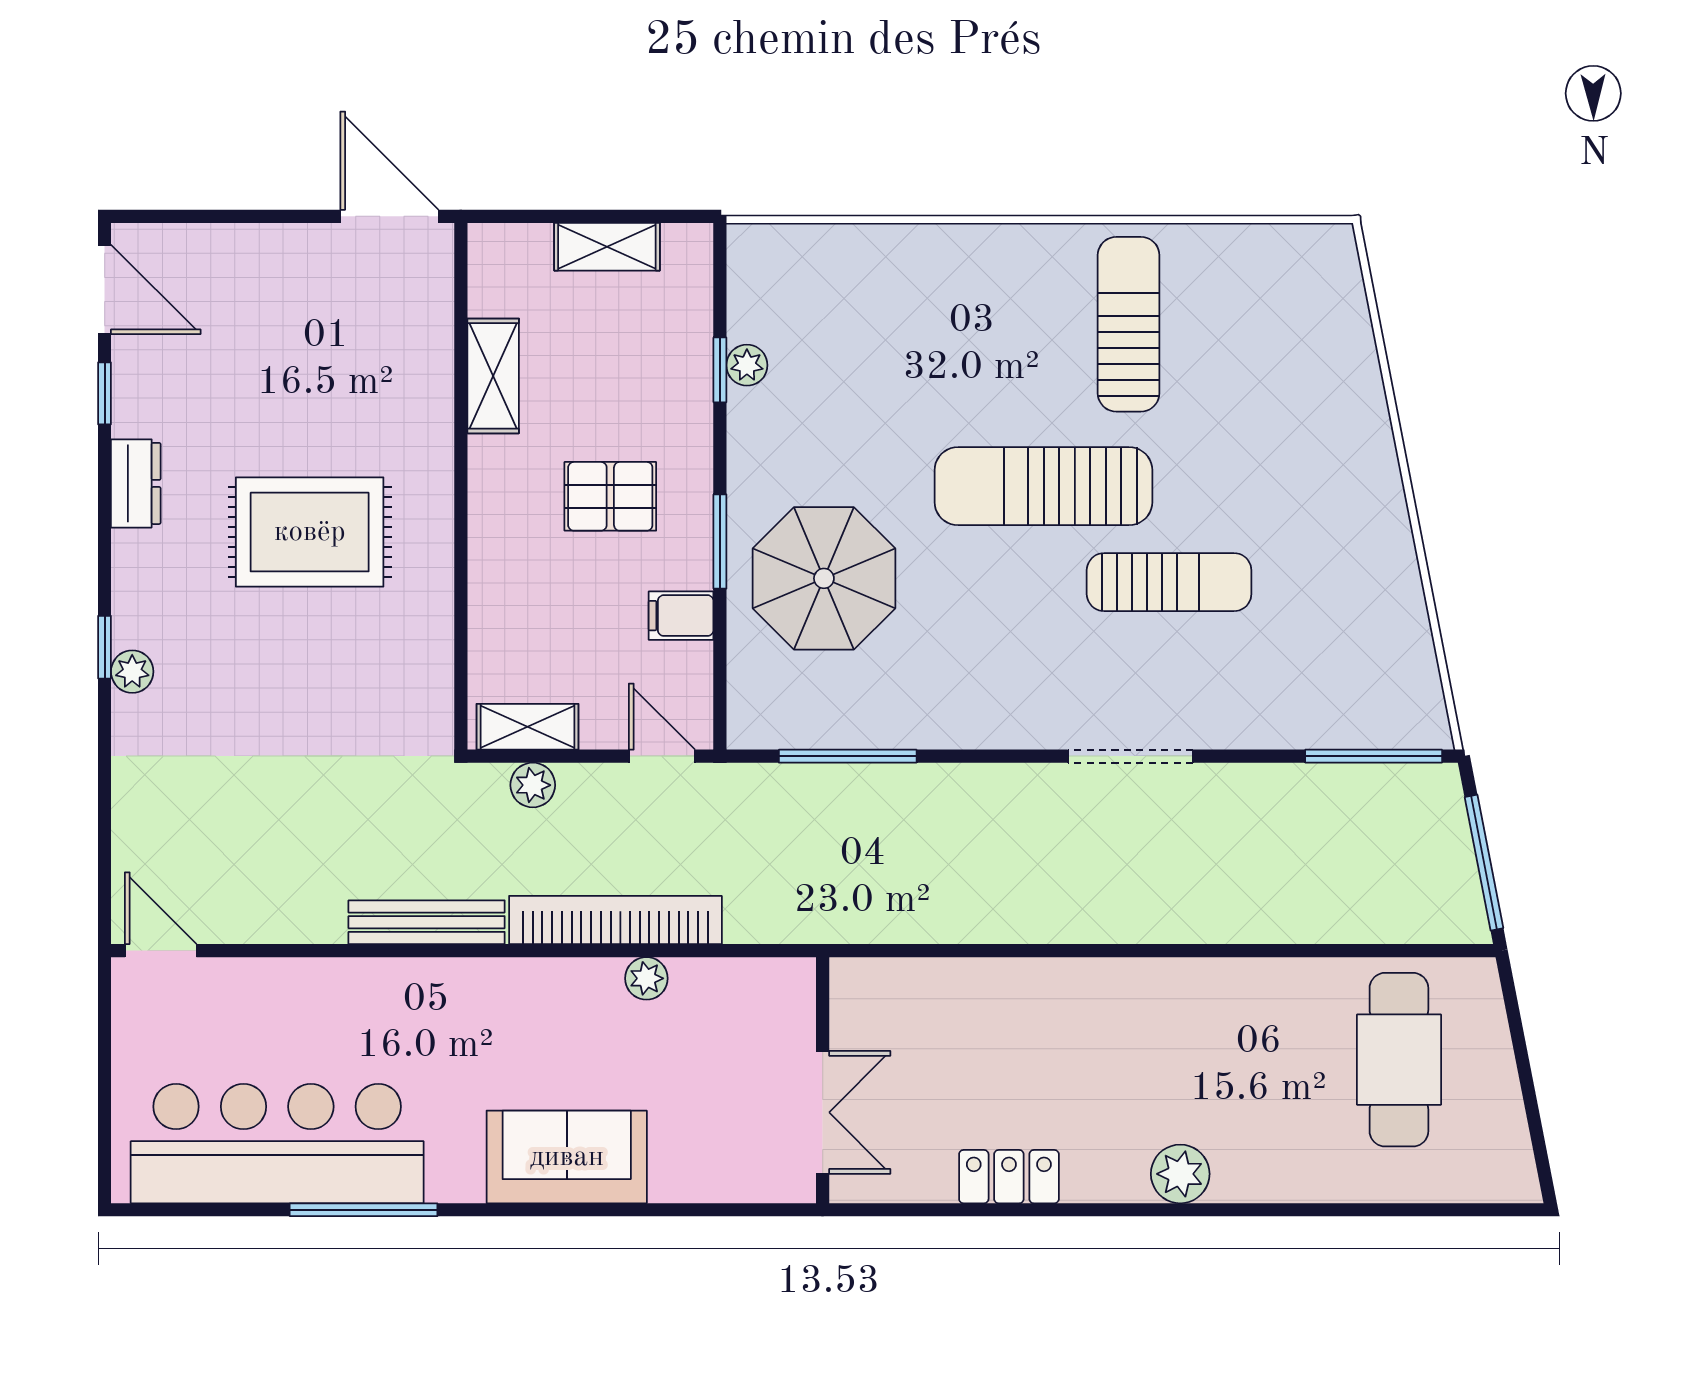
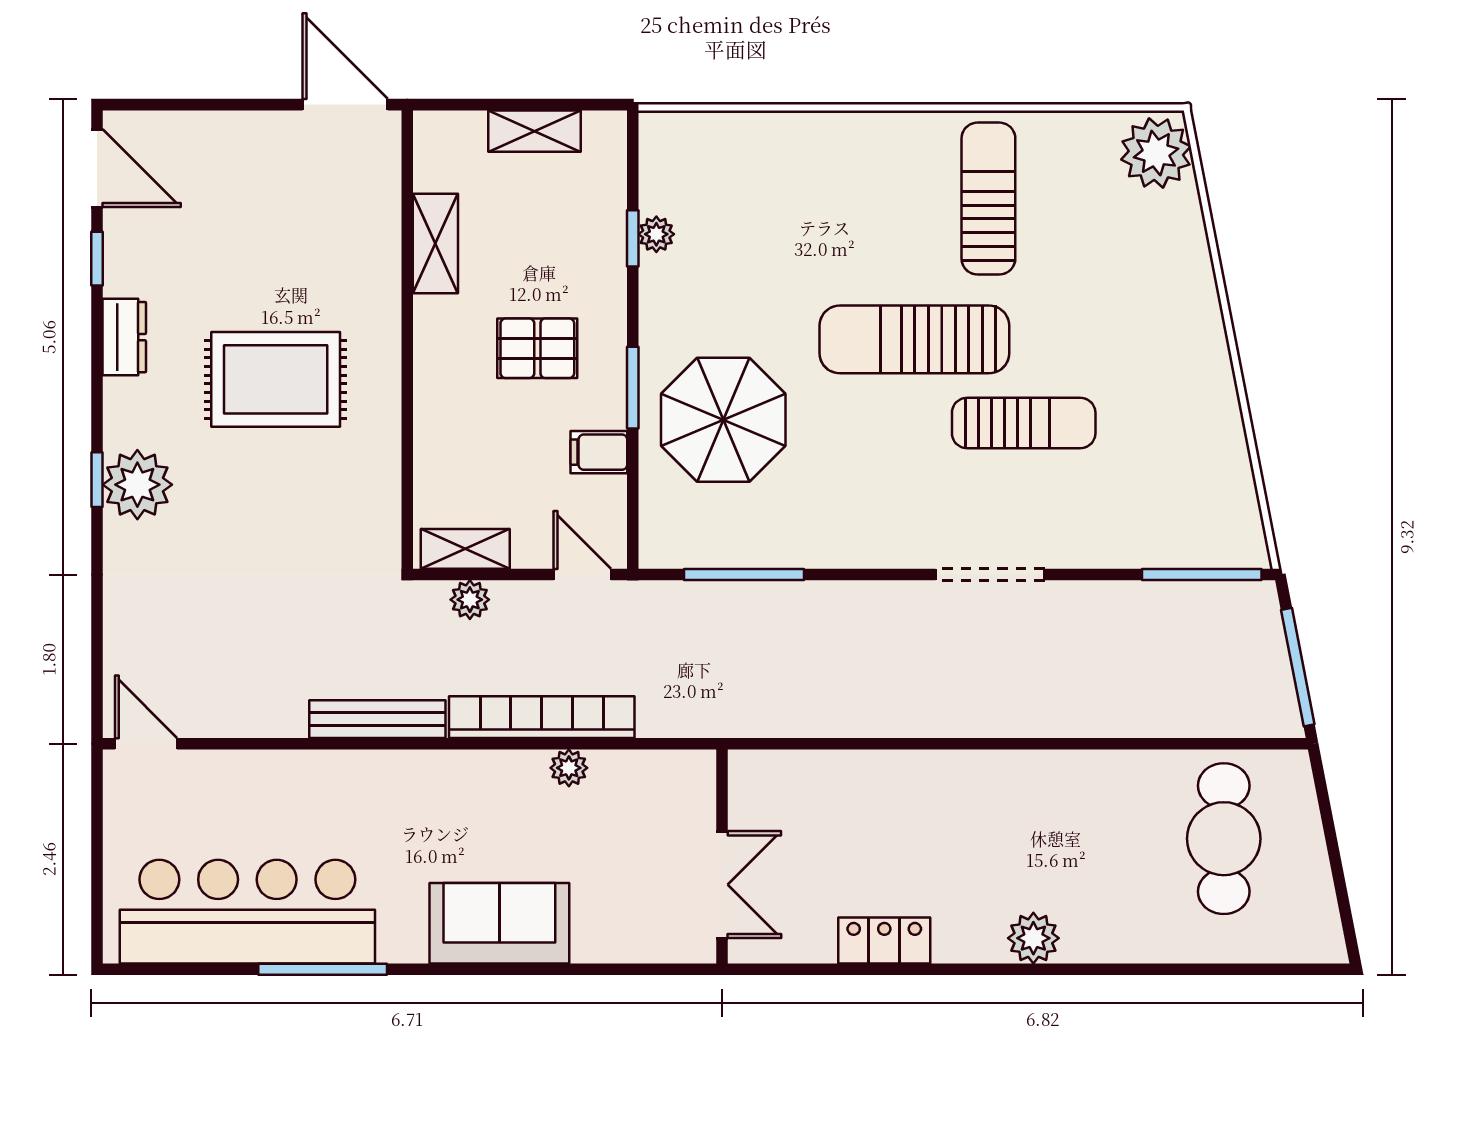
plant: (1321, 272) -> (1156, 153), added
plant: (132, 672) -> (137, 485), width x1.87, depth x1.87

